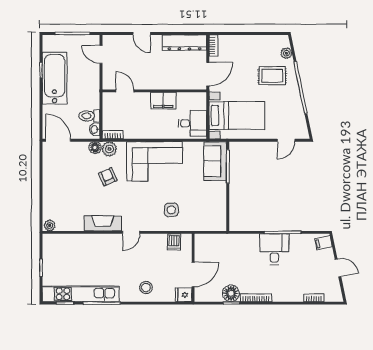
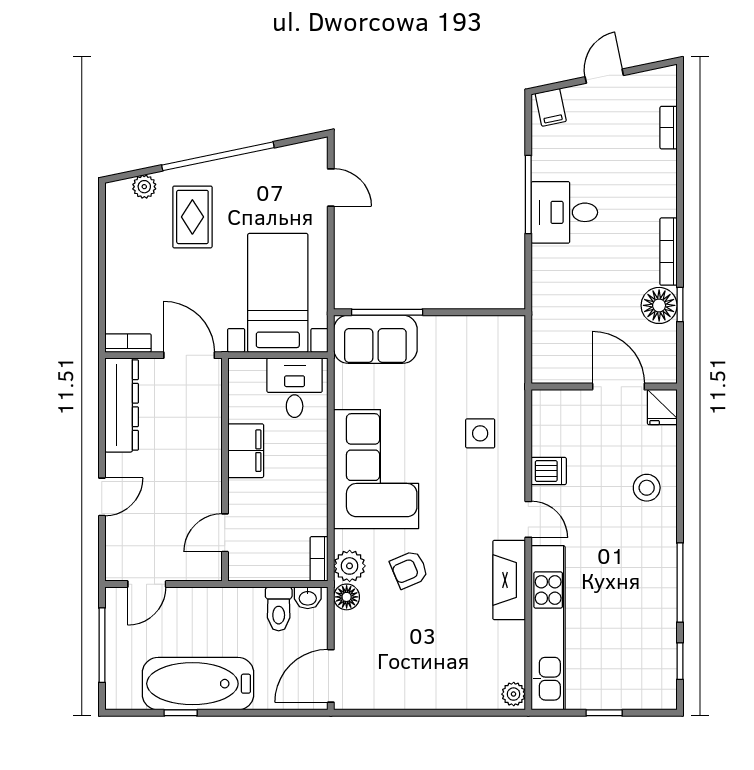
dishwasher: (174, 242) -> (549, 471), moved
kitchen unit: (81, 294) -> (548, 628), moved, turned 180

